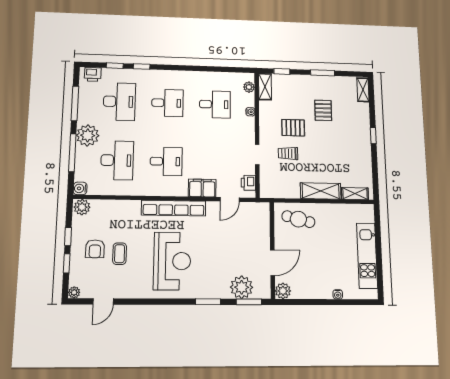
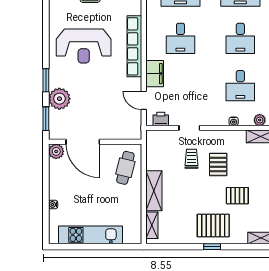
pallet: (353, 134) -> (213, 226), added
door: (273, 263) -> (83, 142), width x1.36
plant: (242, 287) -> (59, 99), moved

